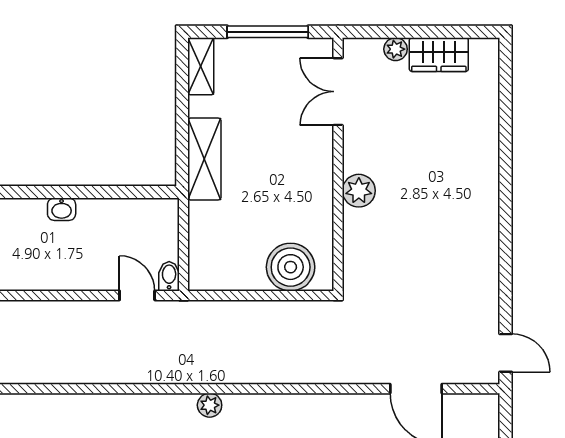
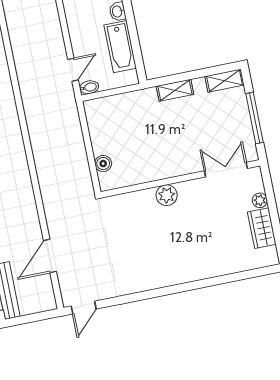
shelving: (204, 159) -> (175, 90), width x0.67, depth x0.75
bathtub: (116, 216) -> (120, 47), added
boiler: (291, 267) -> (103, 164), width x0.54, depth x0.54
plant: (210, 405) -> (13, 129), removed

